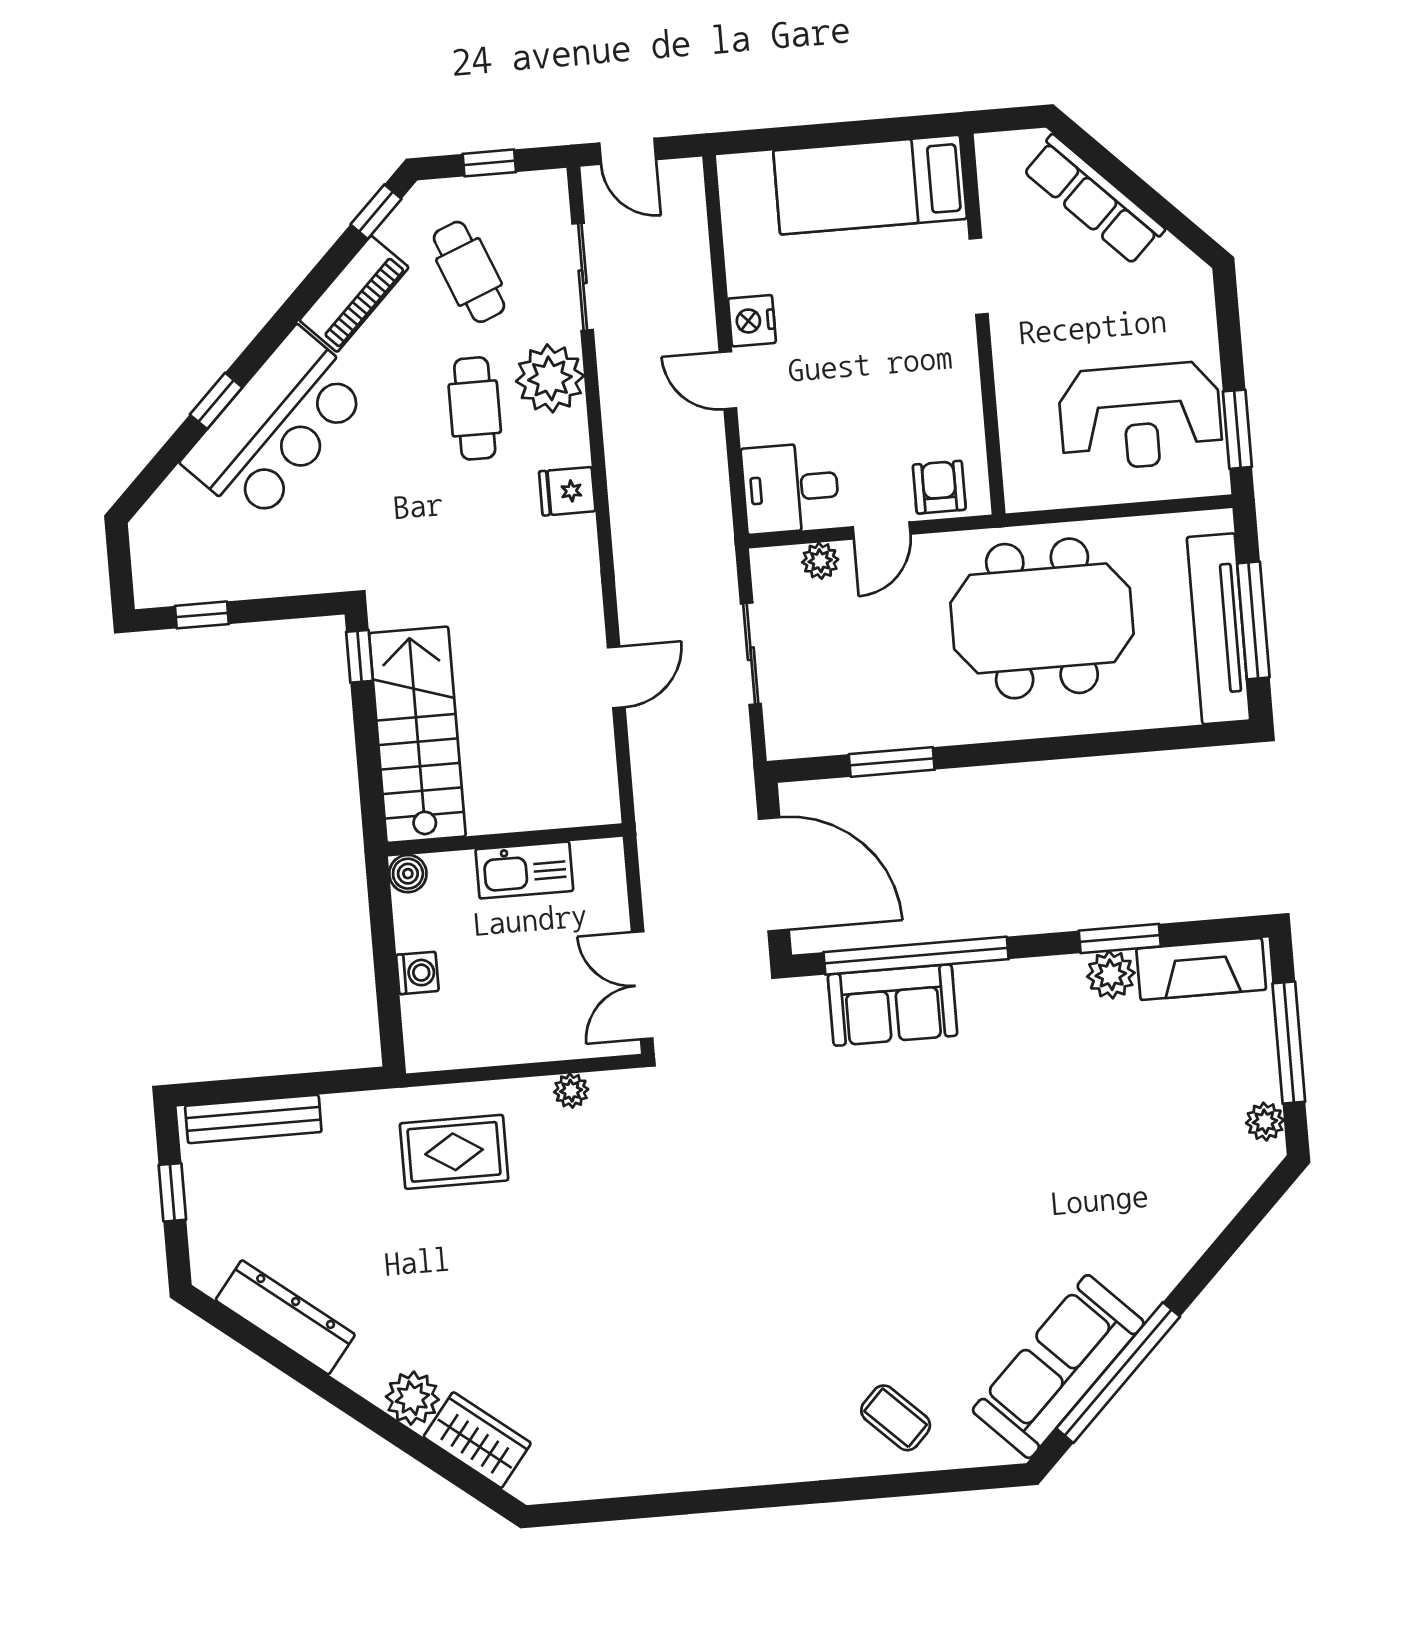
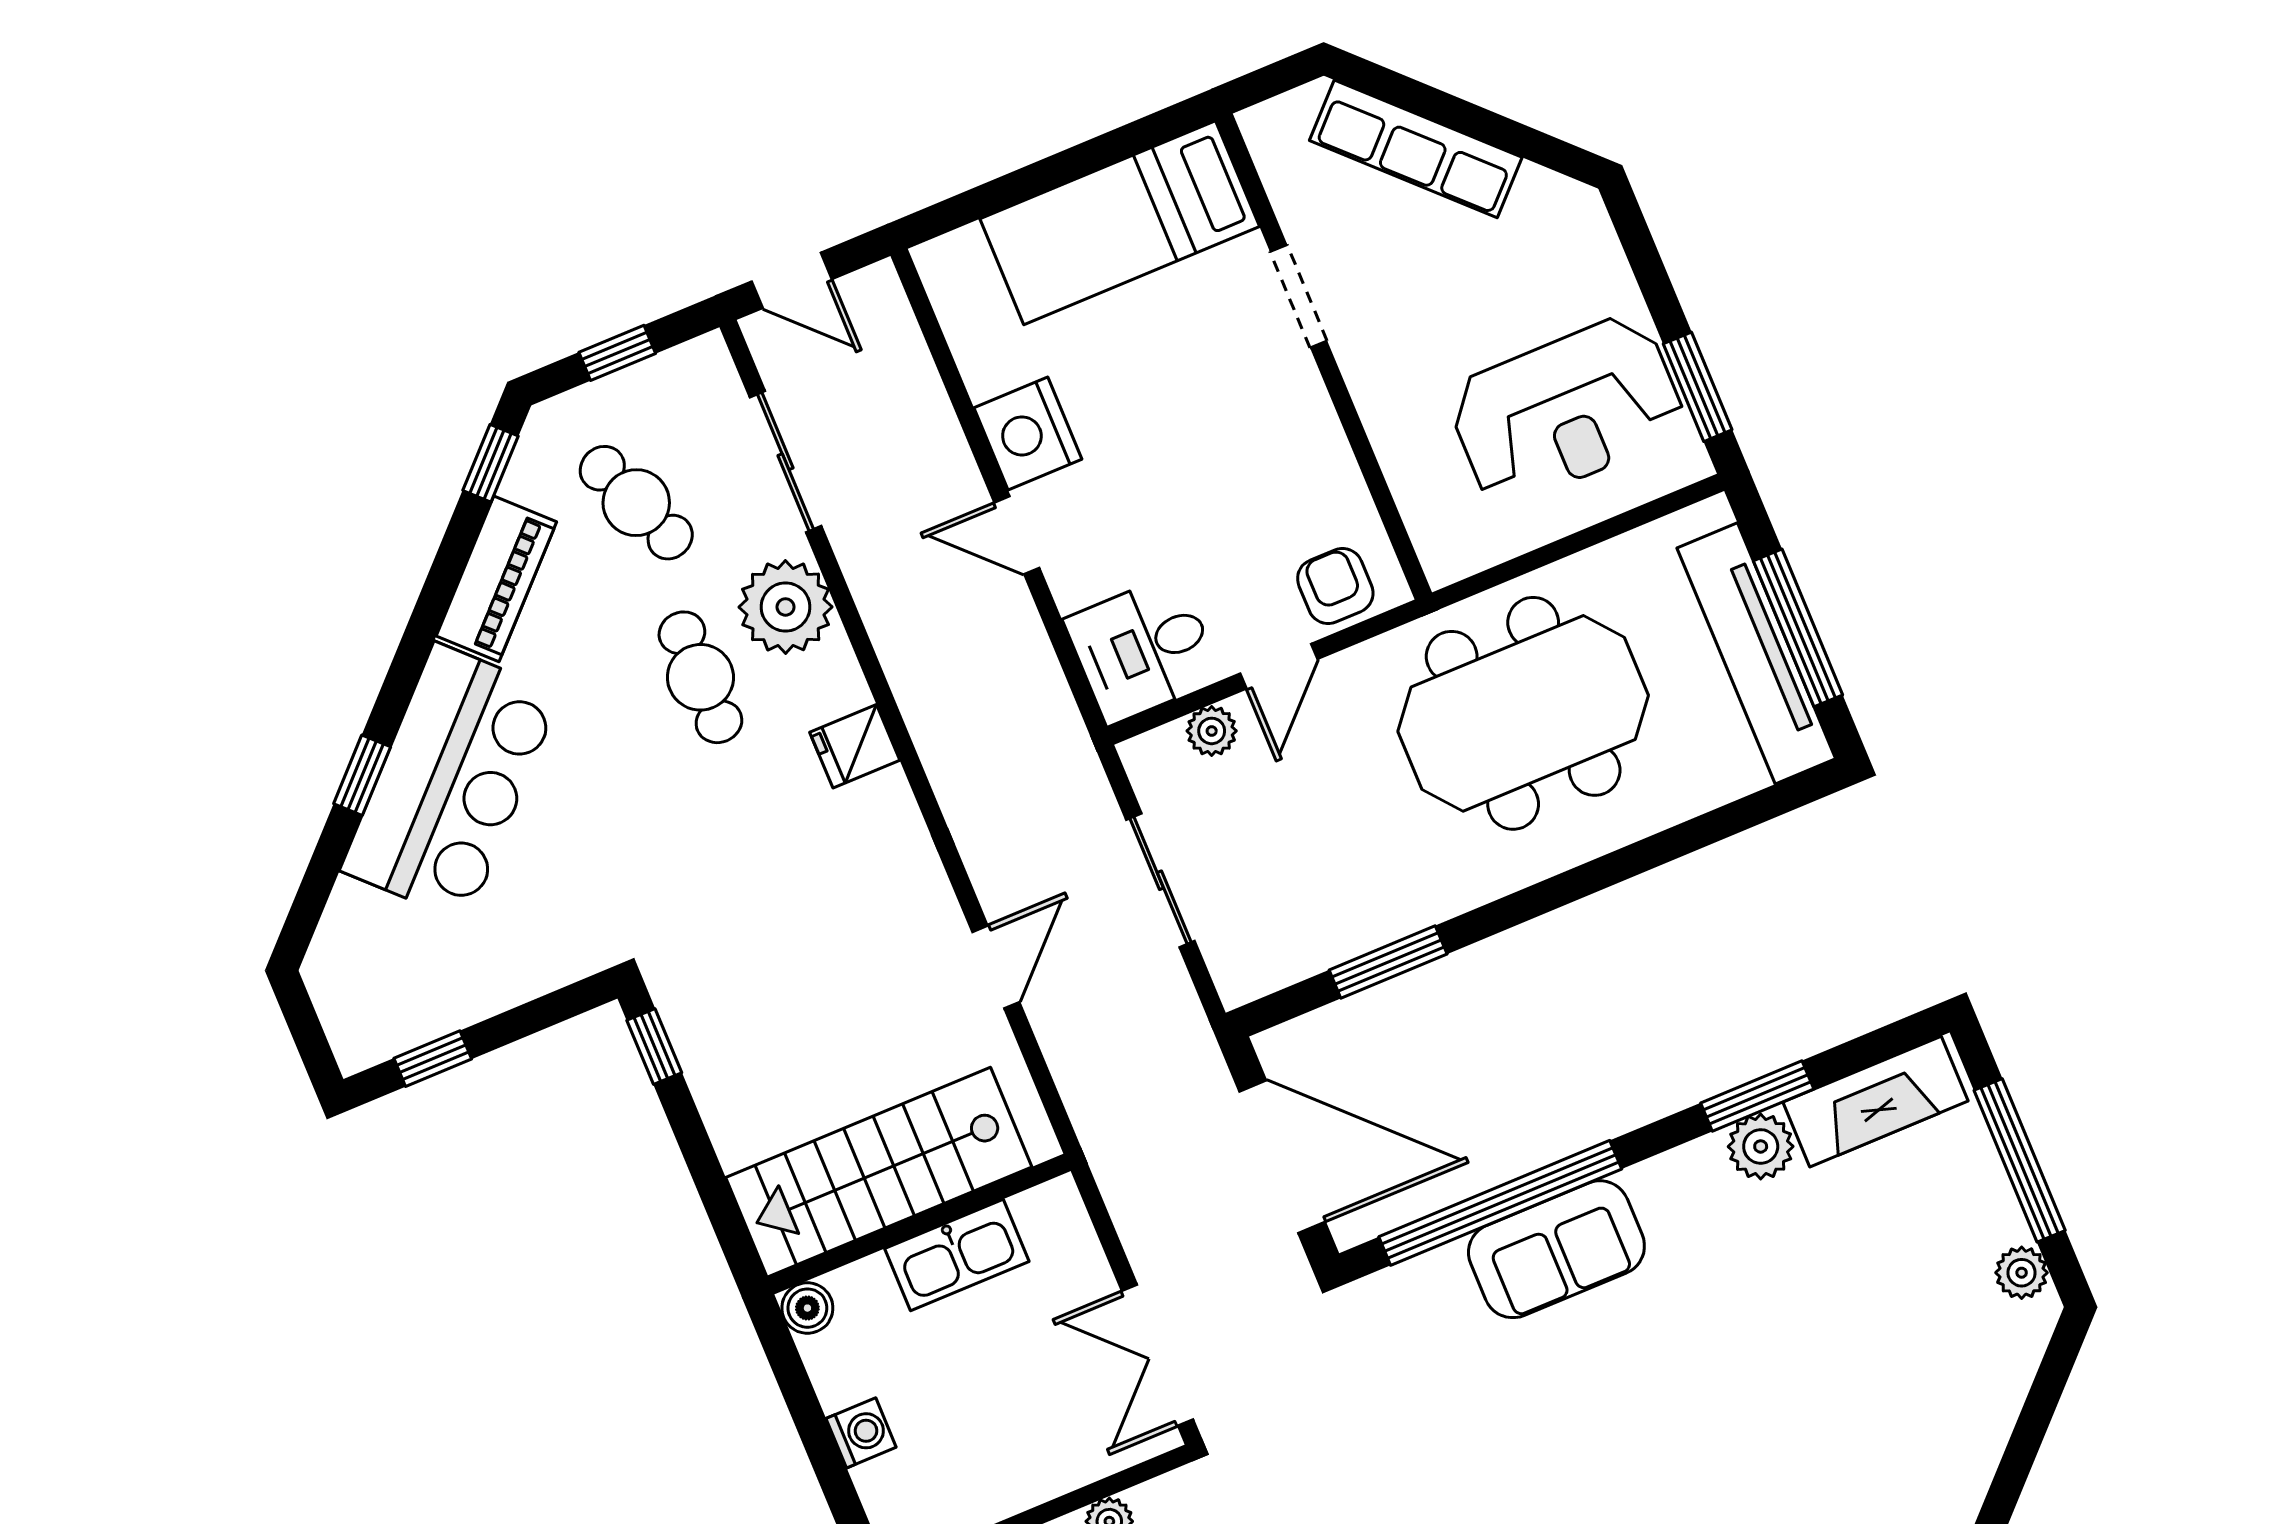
nightstand: (752, 321) -> (1028, 434), width x1.36, depth x1.33
stairs: (417, 735) -> (879, 1172), moved, turned -90
sofa: (893, 1005) -> (1556, 1249), moved

